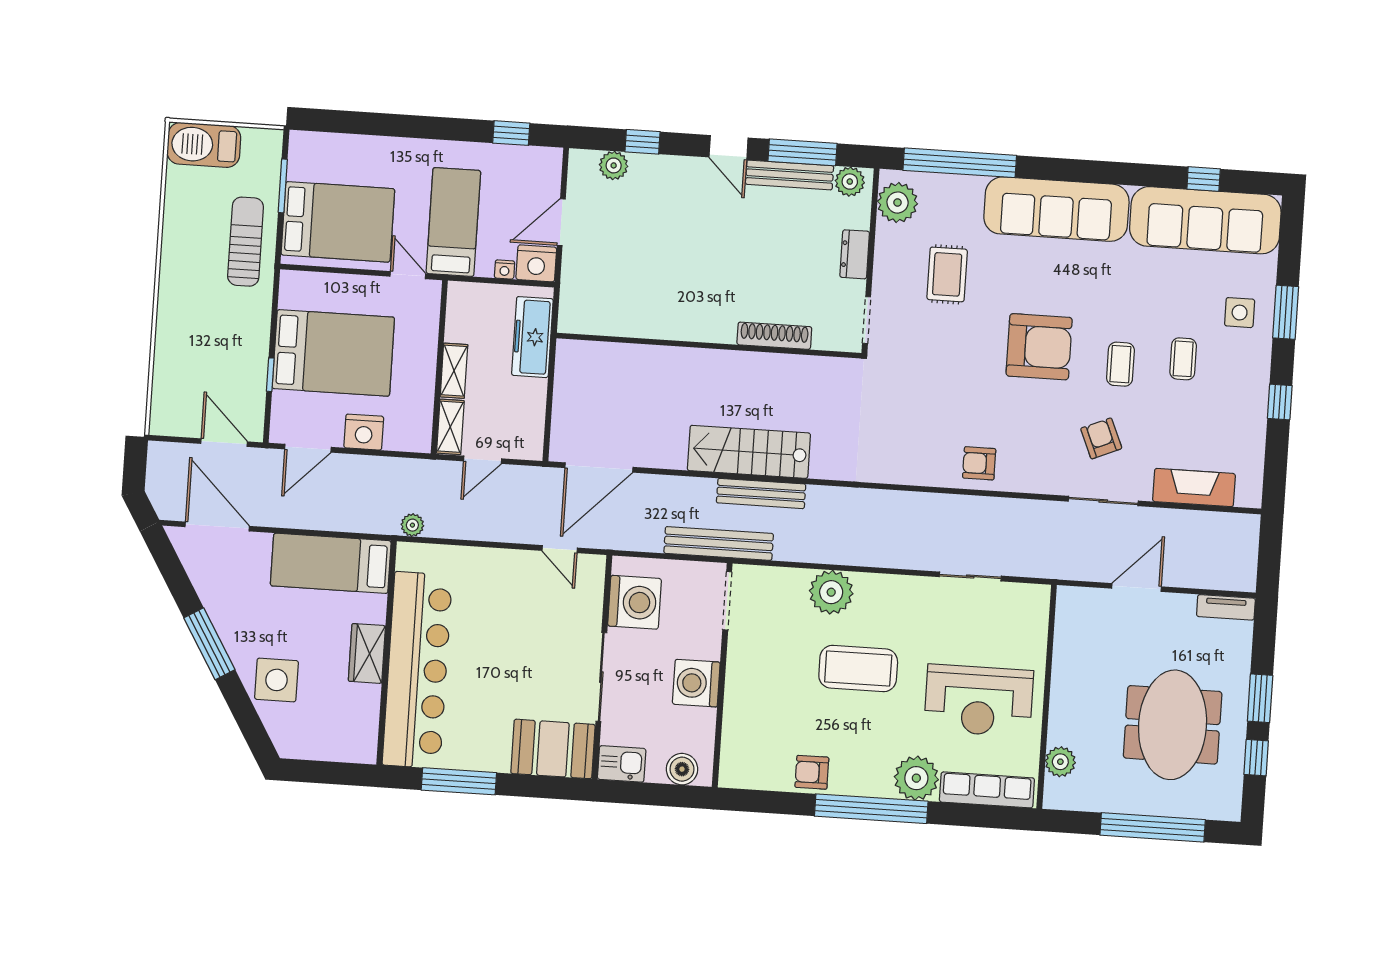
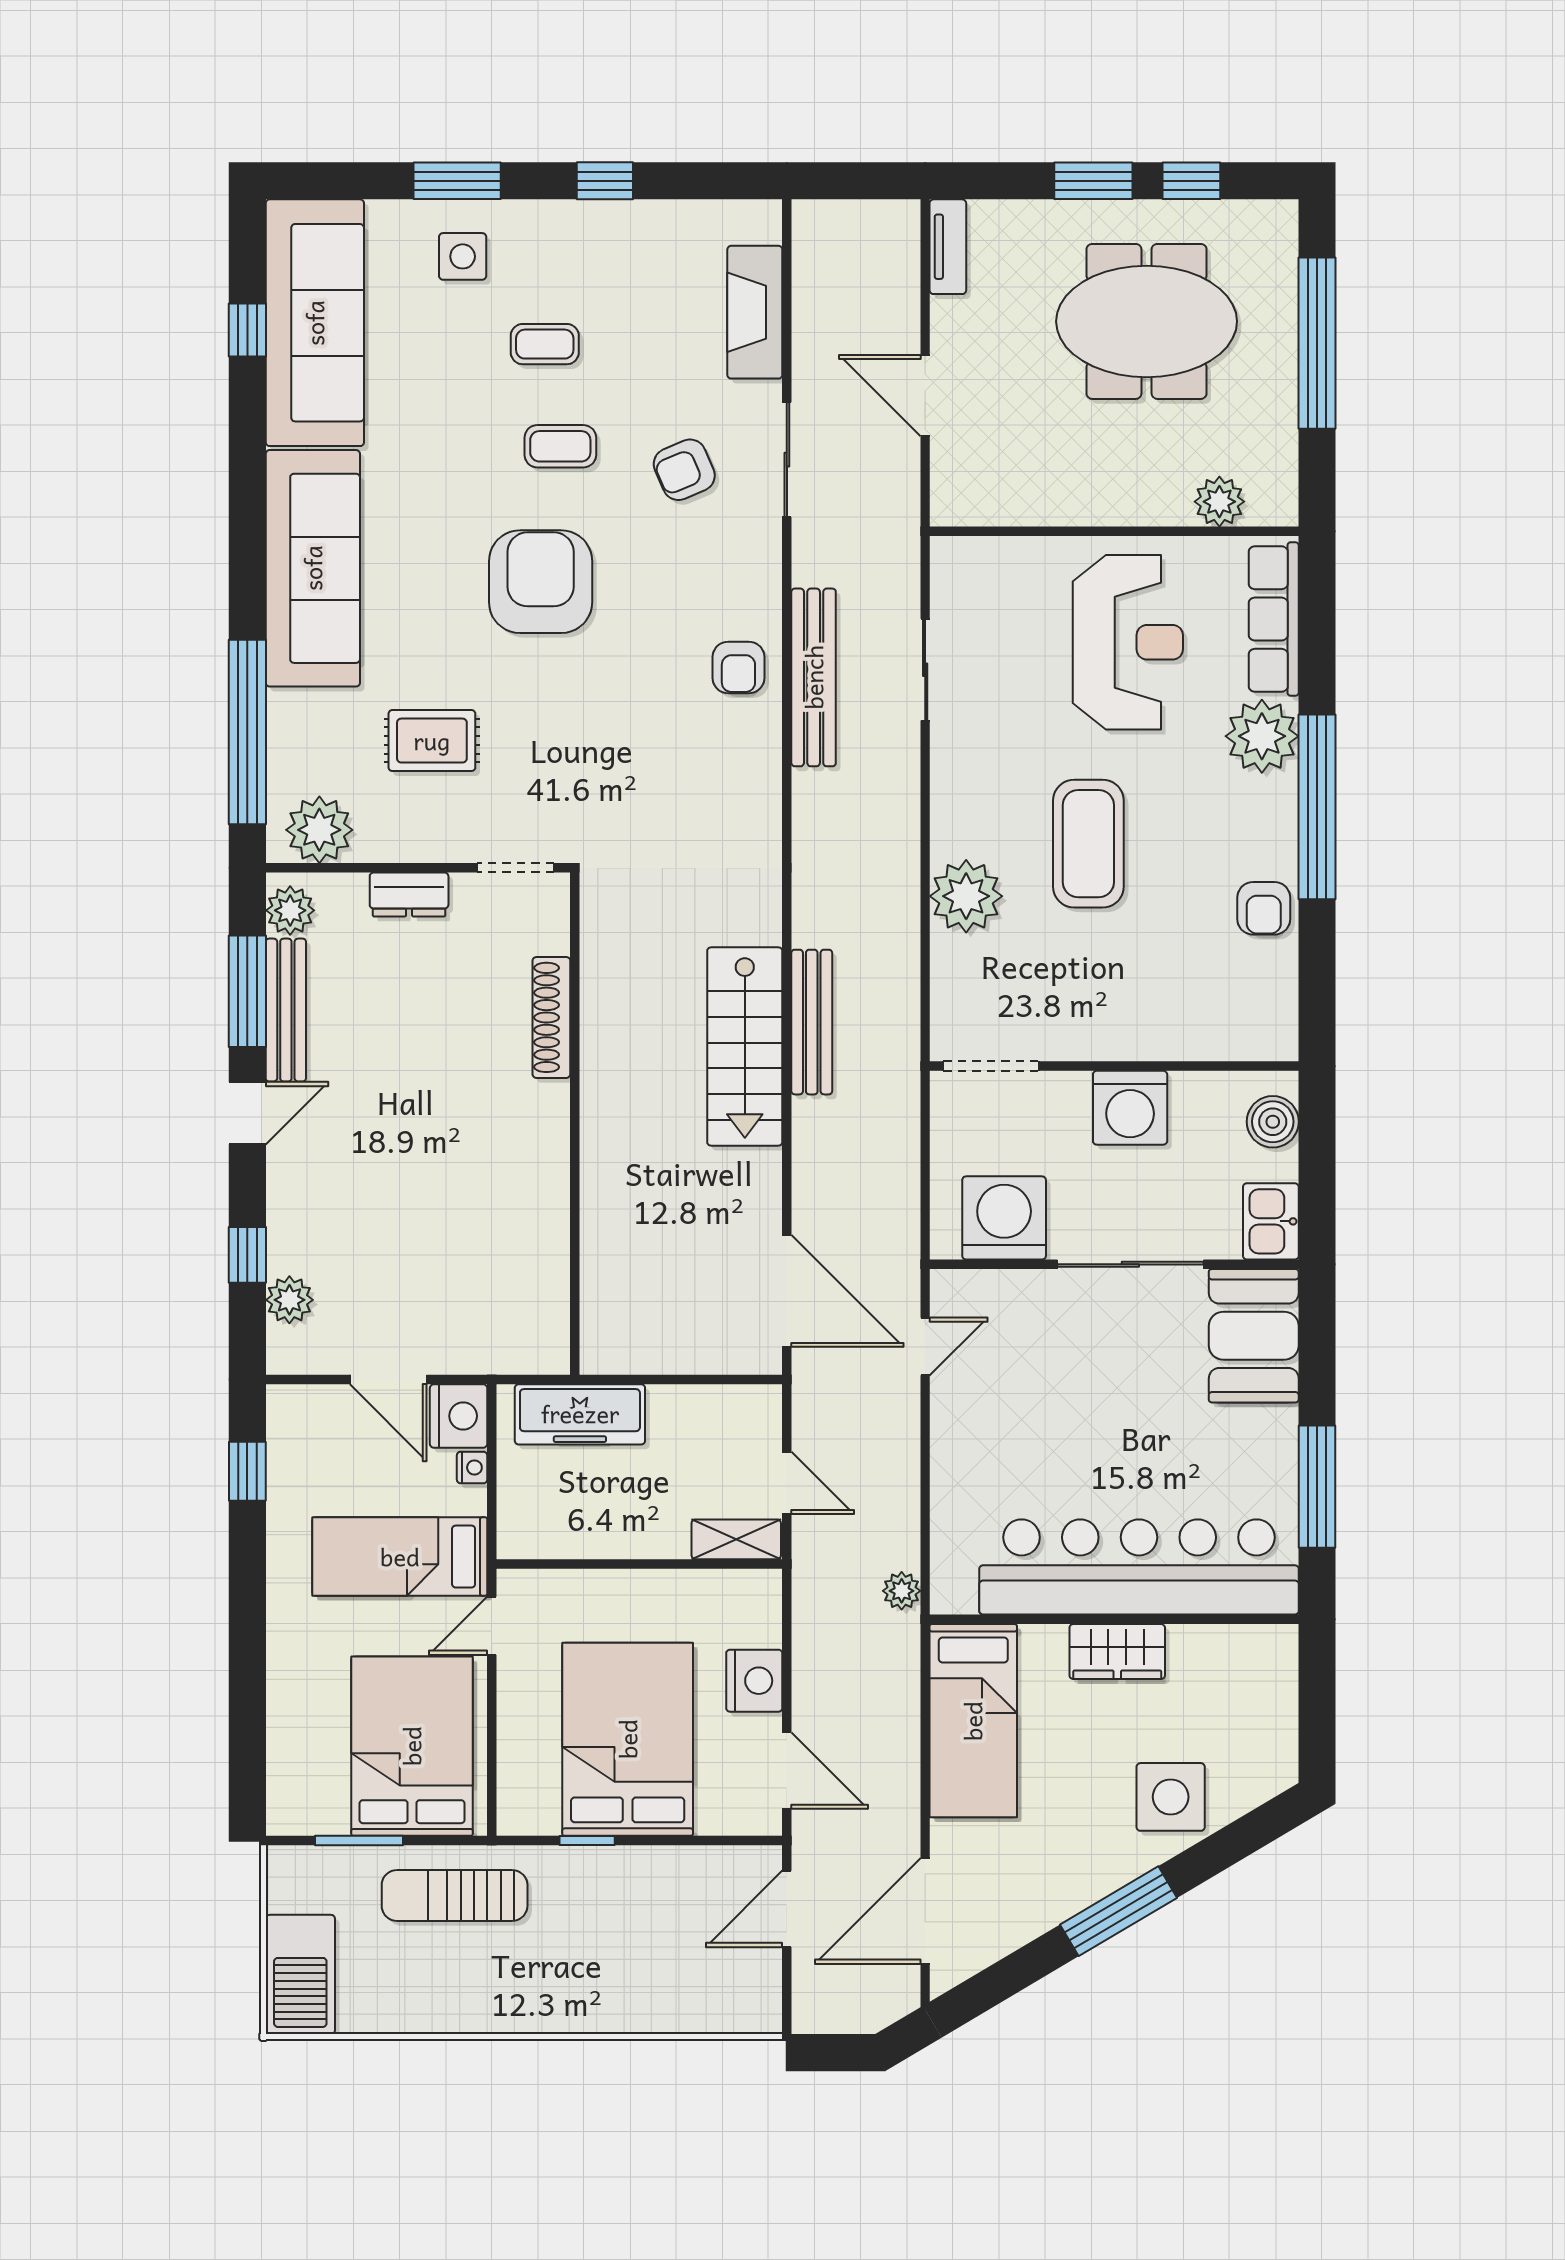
shelving: (454, 371) -> (644, 1539), removed
window: (270, 375) -> (587, 1841), moved
bench: (719, 543) -> (814, 677), moved

